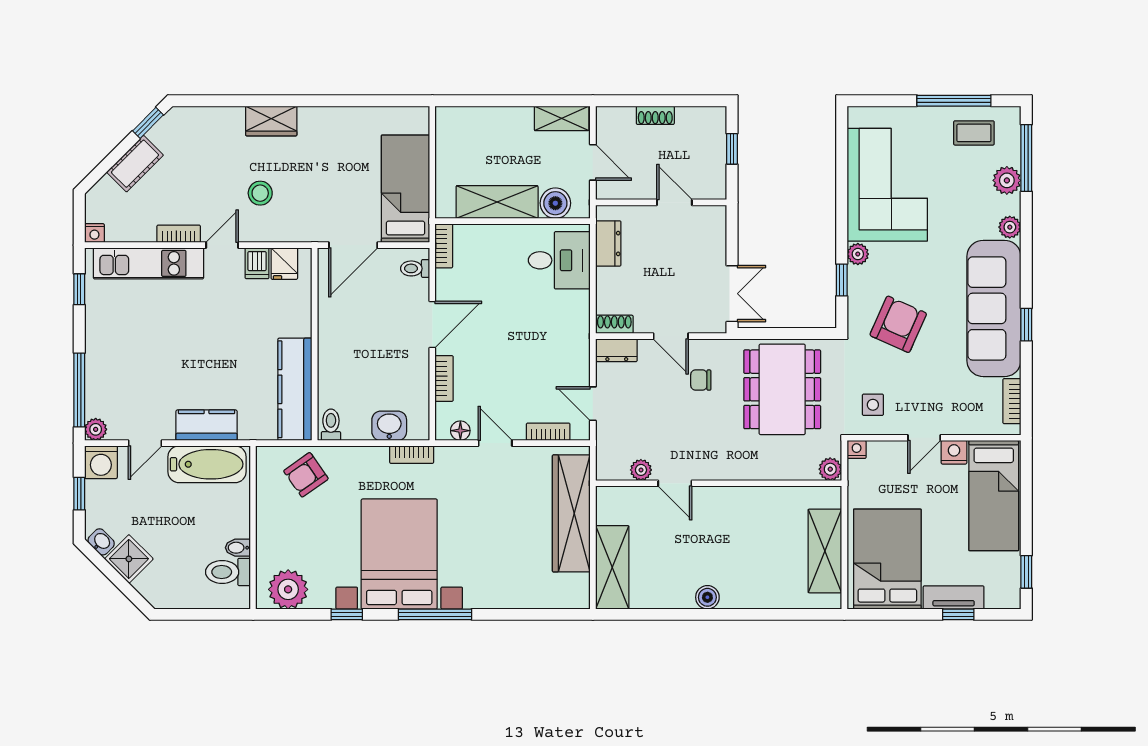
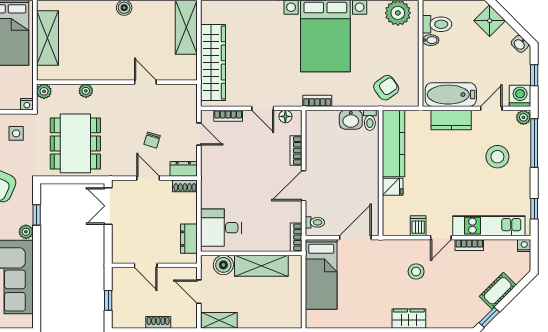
fridge: (284, 264) -> (393, 187), moved, turned 90
stool: (136, 369) -> (497, 157), added
chair: (701, 380) -> (152, 140), moved, turned 107
washbasin: (389, 426) -> (351, 120), moved
plant: (641, 470) -> (86, 91), moved
shower: (129, 559) -> (490, 21), moved

